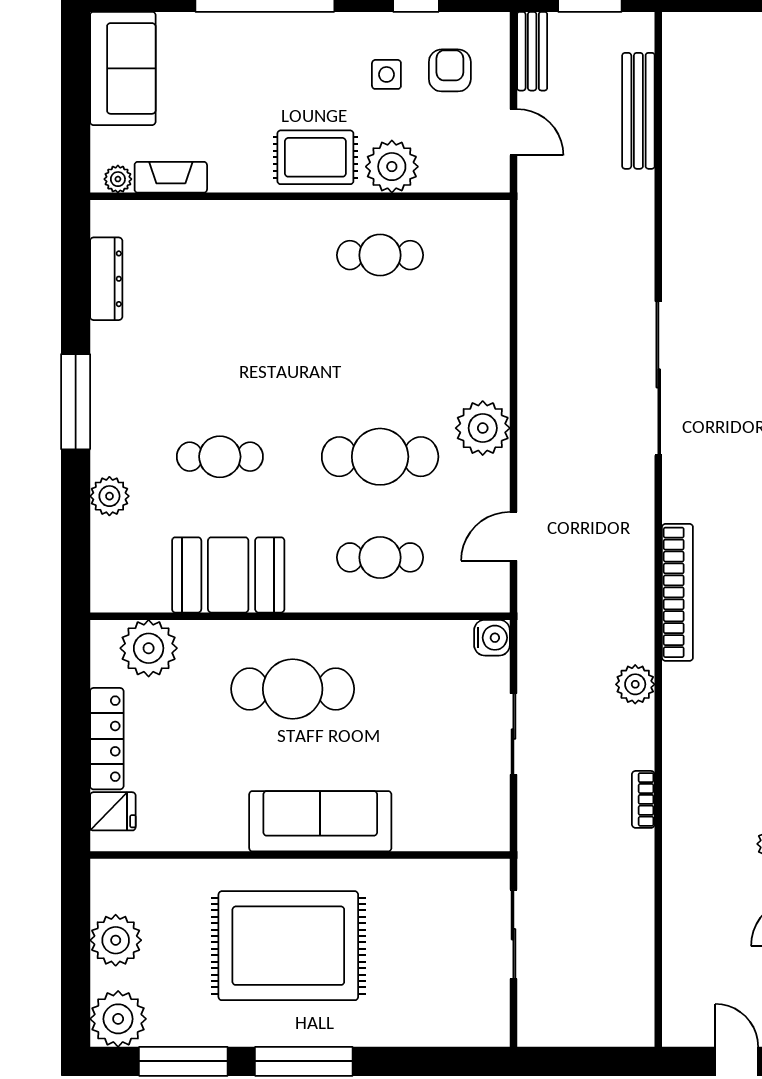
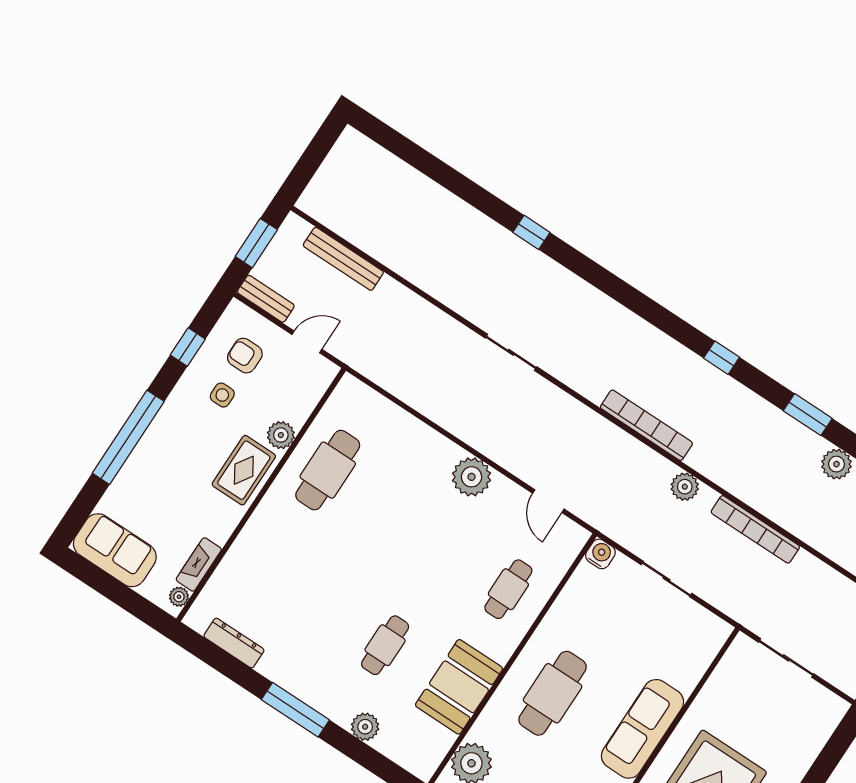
plant: (392, 167) -> (281, 435), width x0.73, depth x0.73
cafe table: (380, 255) -> (328, 470), width x1.37, depth x1.35
sliding door: (658, 378) -> (511, 352), width x0.54
cafe table: (380, 457) -> (448, 549), removed
bookcase: (643, 799) -> (755, 529), width x2.31, depth x1.31

